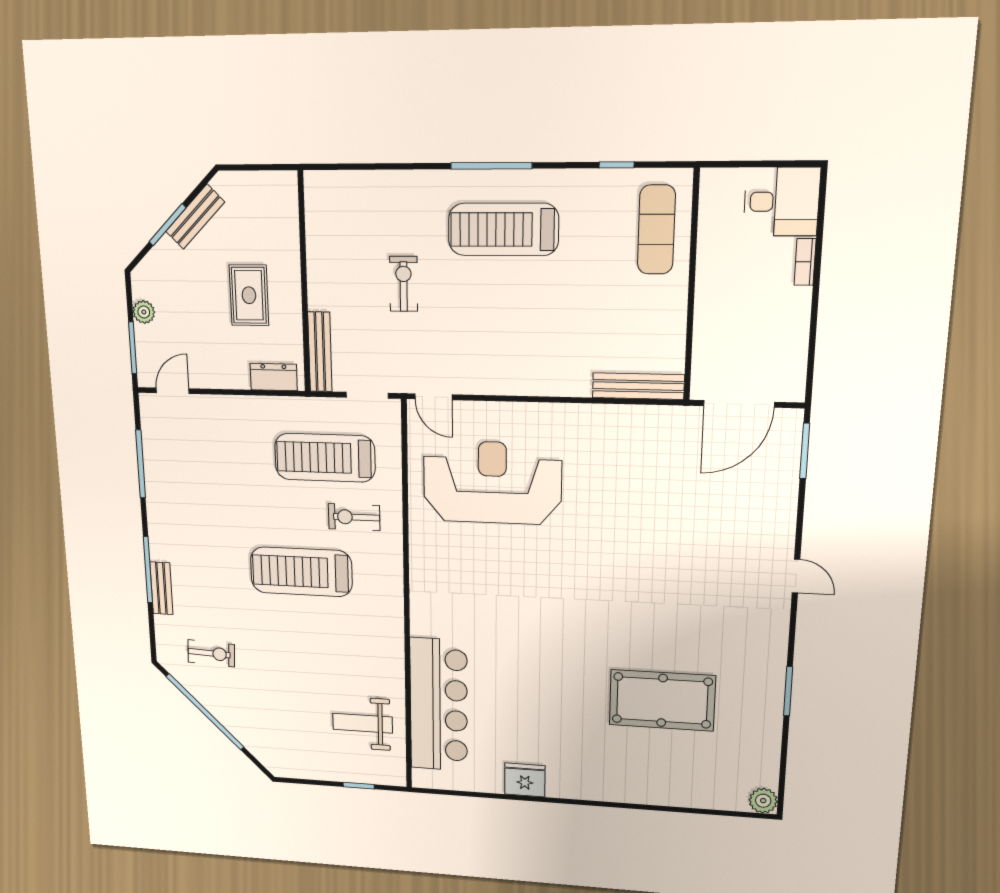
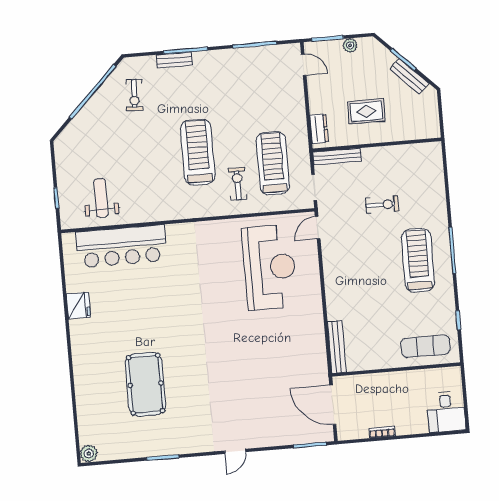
bookcase: (805, 262) -> (382, 432), moved

